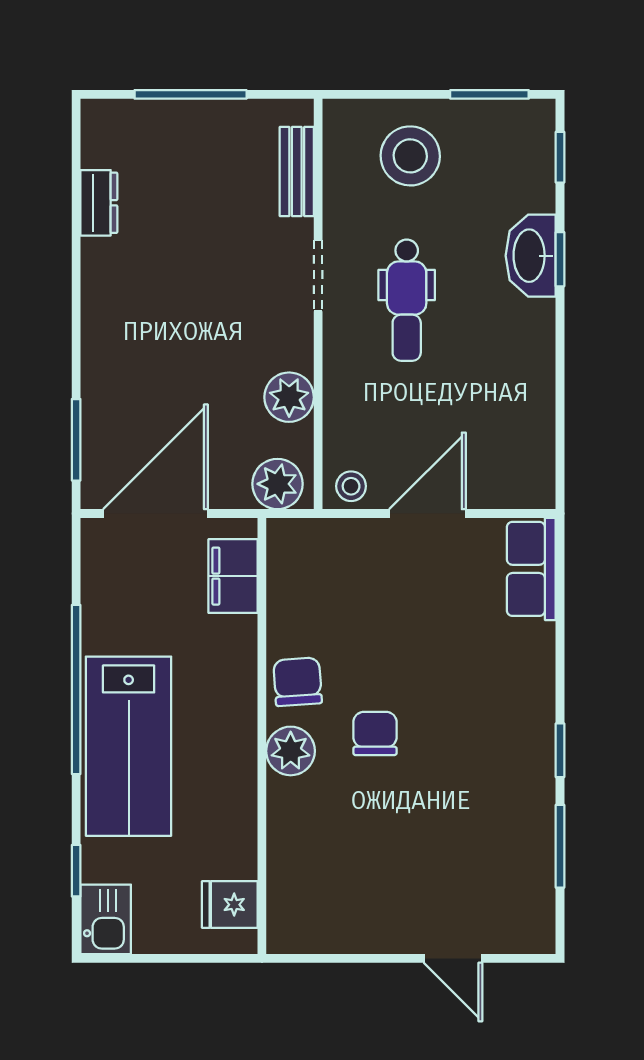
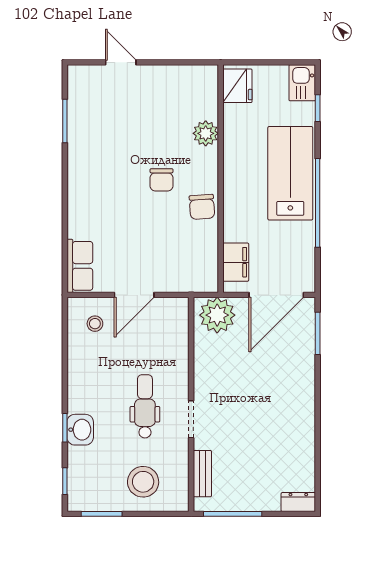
window: (191, 94) -> (233, 514), moved
dresser: (99, 203) -> (298, 502), moved, turned 90
washbasin: (531, 256) -> (80, 430), width x0.72
plant: (289, 397) -> (206, 356), removed
plant: (277, 484) -> (217, 315), width x1.36, depth x1.36
stool: (351, 486) -> (95, 324), moved
window: (560, 750) -> (65, 171), removed
plant: (291, 751) -> (206, 133), moved
fridge: (230, 905) -> (237, 86), width x1.38

